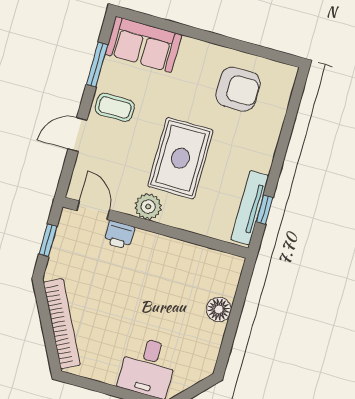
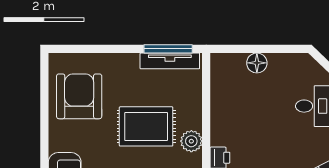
armchair: (238, 89) -> (79, 96), width x1.36, depth x1.36
window: (265, 210) -> (168, 49), width x2.17

